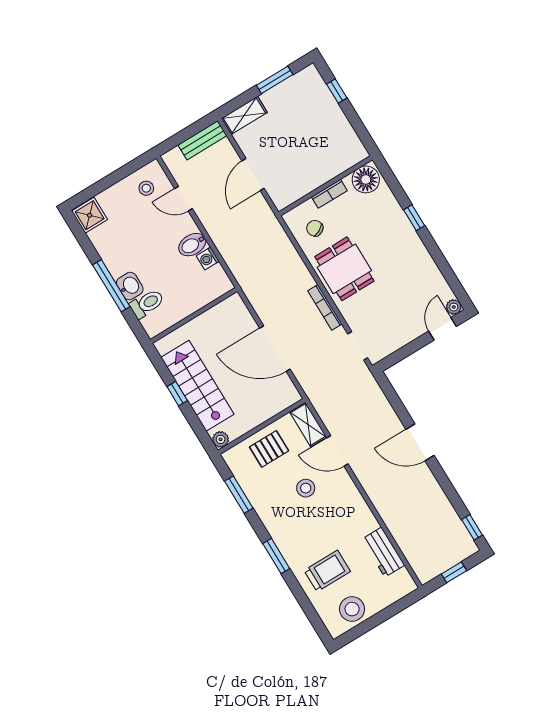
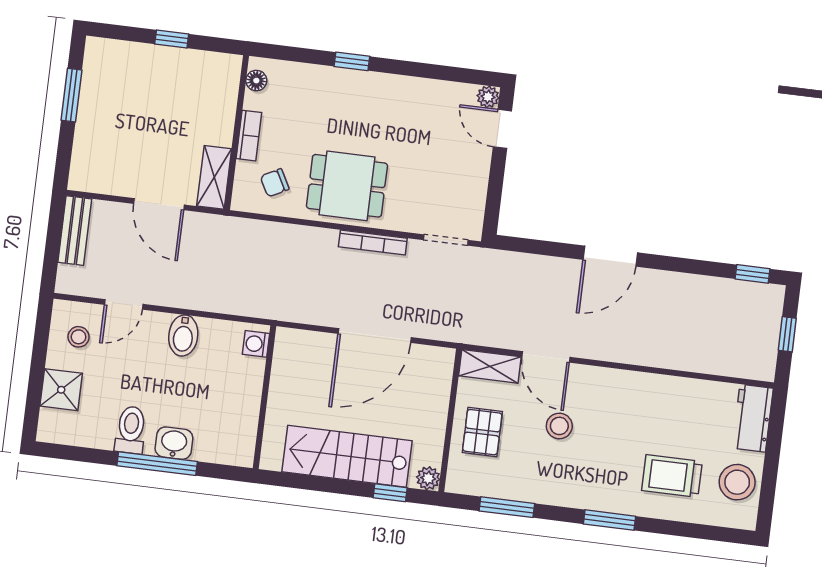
window: (337, 91) -> (172, 39), moved
shelving: (244, 115) -> (214, 177), moved
floor lamp: (366, 179) -> (256, 81), width x0.53, depth x0.53
shower: (90, 215) -> (61, 390), moved
washing machine: (208, 259) -> (256, 344), moved, turned 90
toilet: (147, 304) -> (131, 430), moved
window: (177, 394) -> (390, 493), moved
door: (337, 451) -> (546, 357), hinge flipped
workbench: (383, 552) -> (753, 418), moved, turned 90
trolley: (327, 571) -> (672, 476), turned -90

